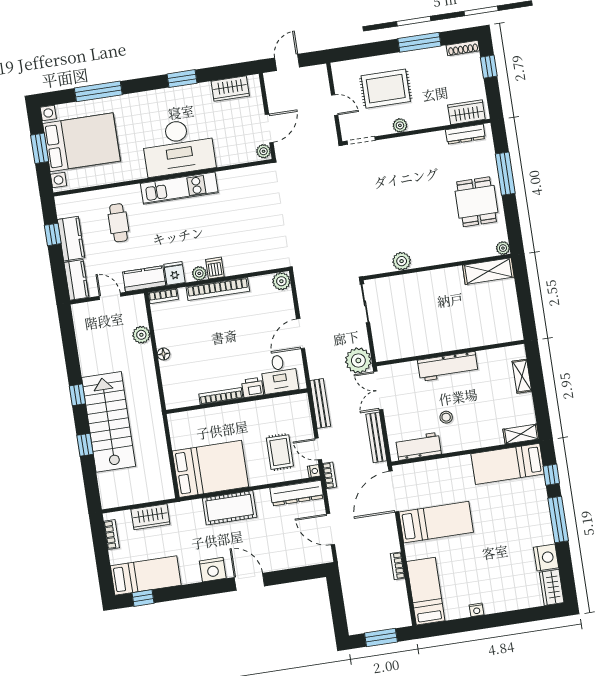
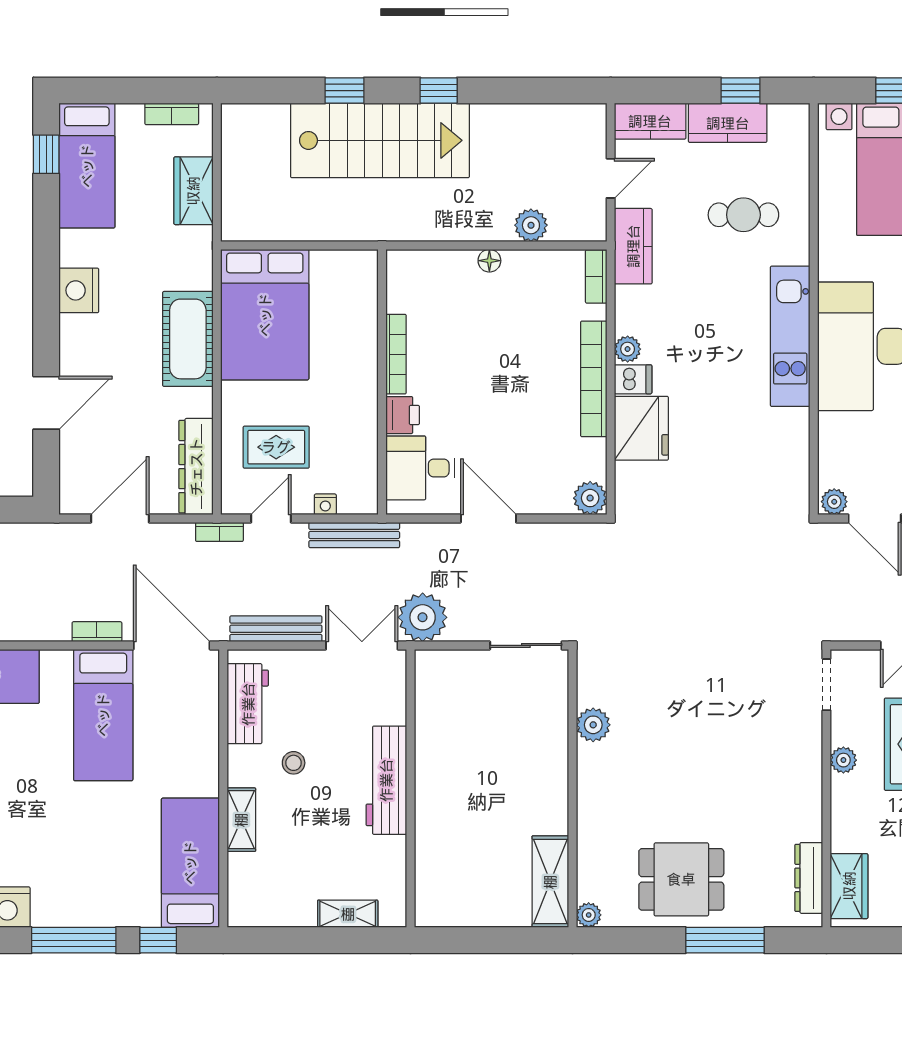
fridge: (174, 273) -> (641, 428), moved, width x1.88, depth x1.34
shelving: (521, 434) -> (241, 820), moved
nightstand: (314, 471) -> (325, 504), moved
bookcase: (398, 566) -> (97, 632), moved
door: (249, 582) -> (46, 403), moved

